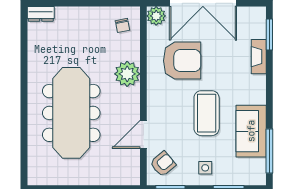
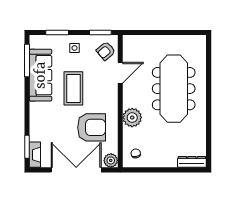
dresser: (41, 14) -> (192, 162), width x1.44
fireplace: (259, 57) -> (35, 155), moved
armchair: (182, 61) -> (92, 127), turned 180
sofa: (251, 131) -> (41, 75), width x1.36

